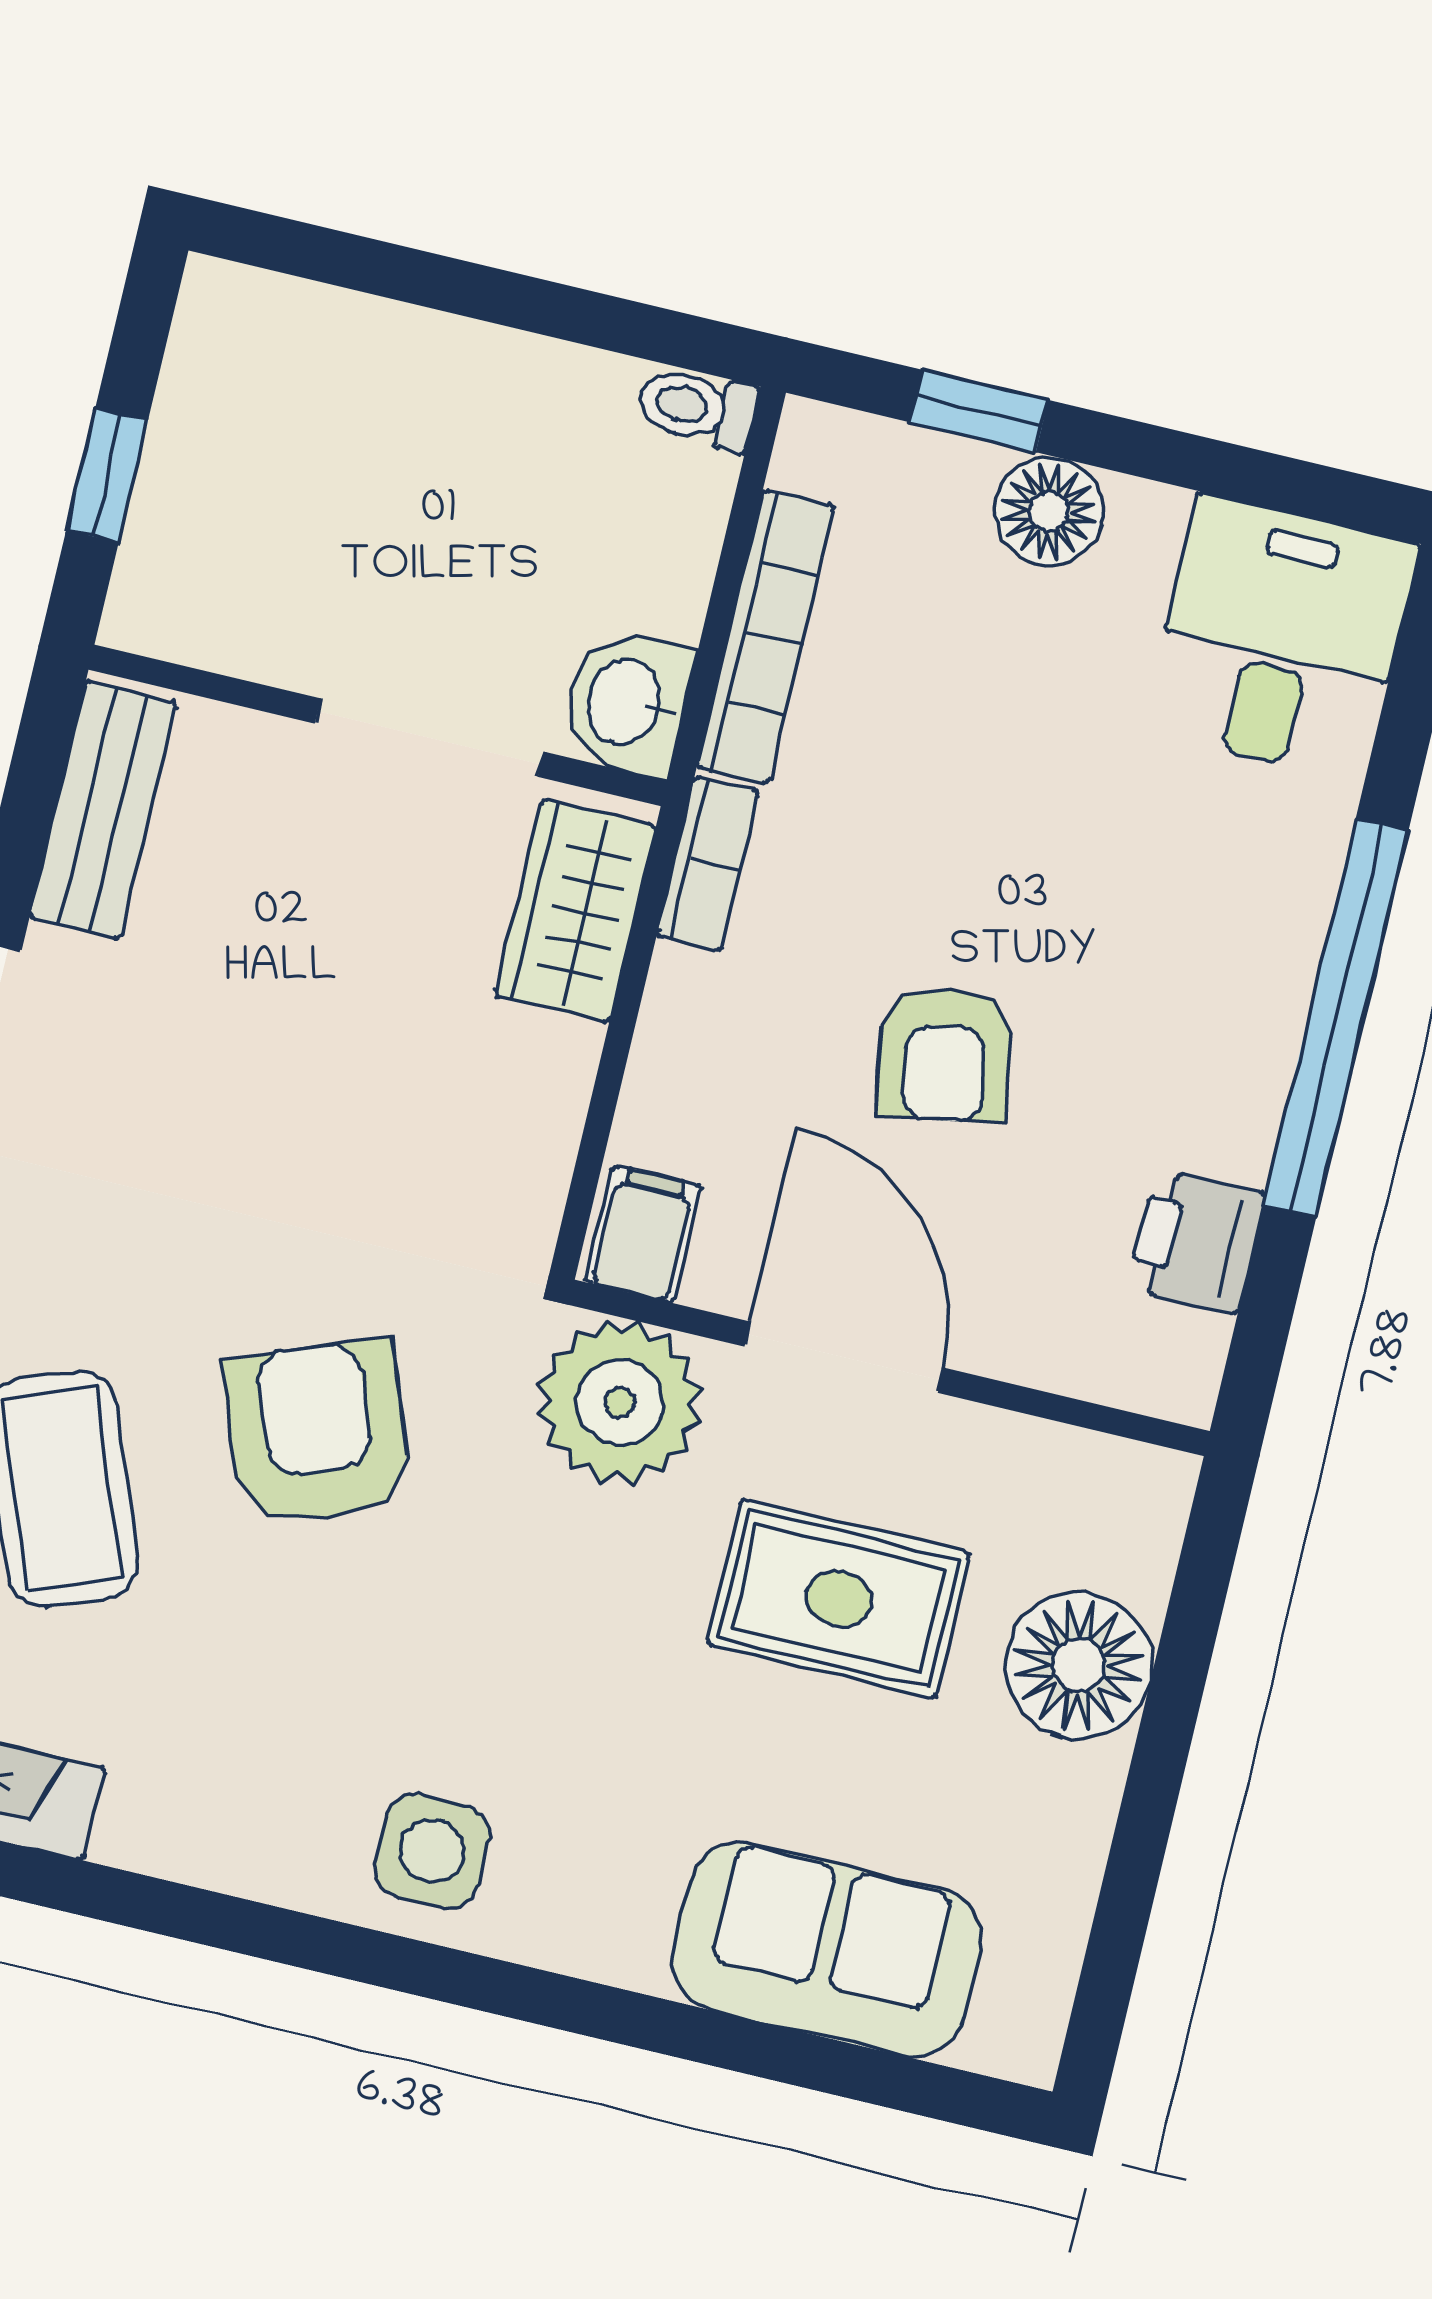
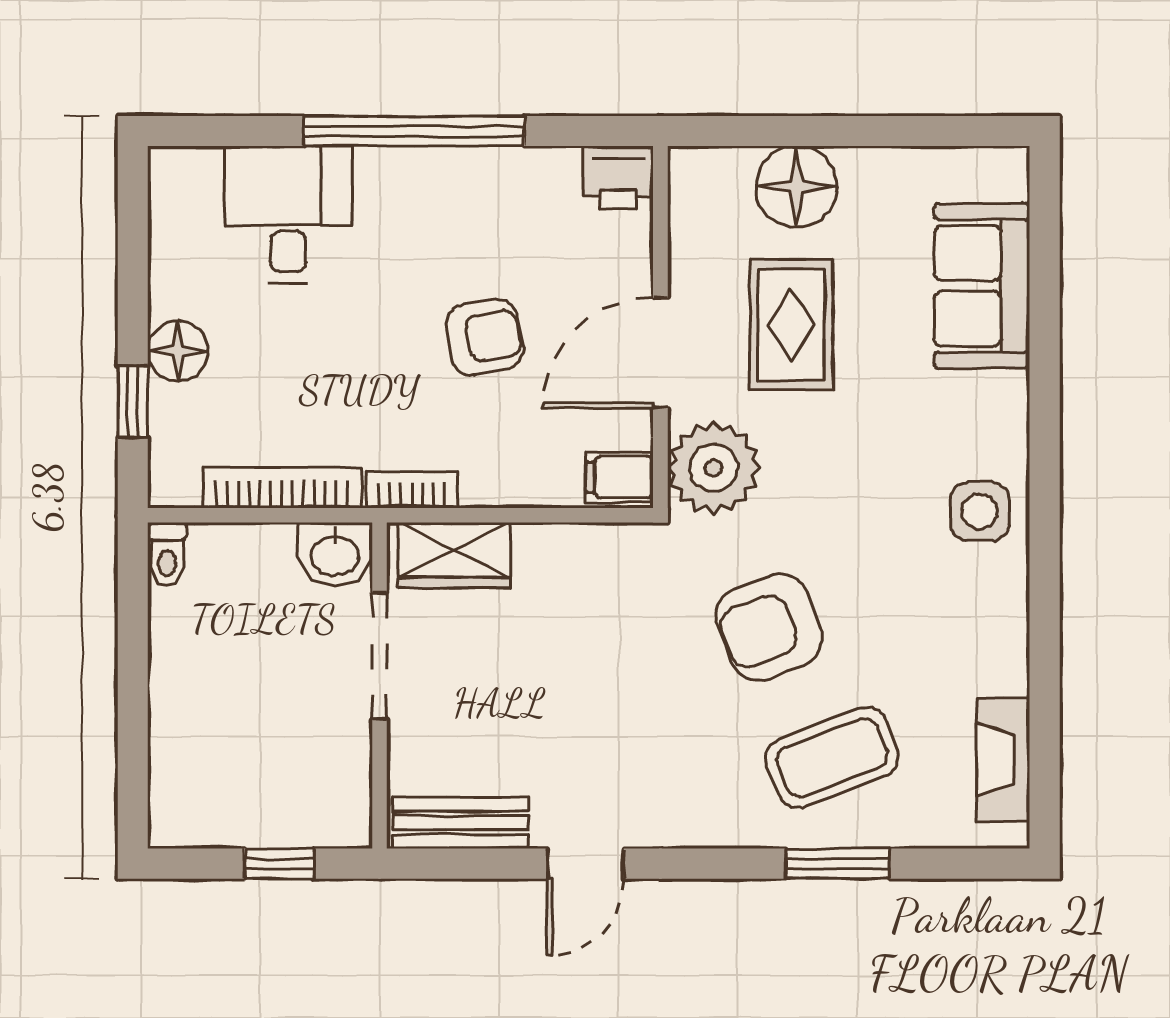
desk: (1281, 638) -> (288, 214), moved, turned 90
printer: (1197, 1241) -> (619, 177), moved

